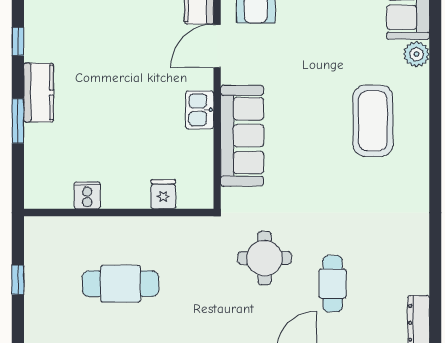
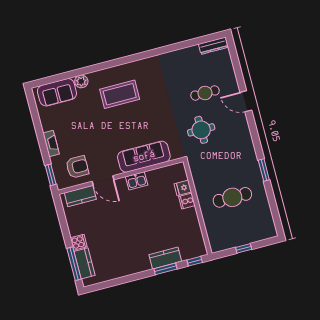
window: (18, 41) -> (195, 261), moved
kitchen counter: (39, 93) -> (165, 258), moved
cooker: (87, 195) -> (187, 201), moved
cafe table: (120, 284) -> (232, 197), turned 90

